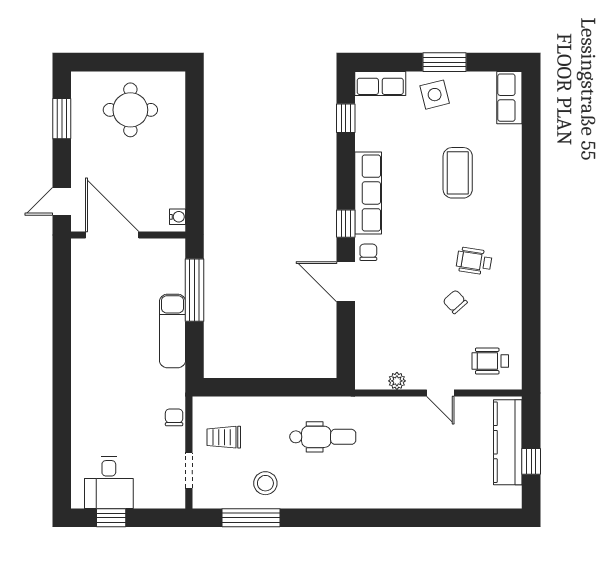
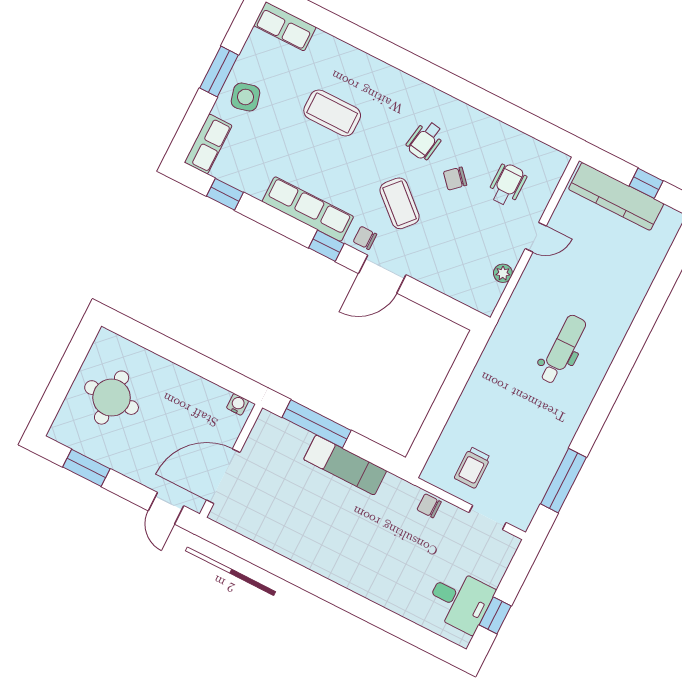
coffee table: (411, 266) -> (400, 203), added
wheelchair: (490, 361) -> (507, 185), moved, turned 180
dental chair: (323, 437) -> (563, 349), moved
stool: (265, 483) -> (537, 450), removed

